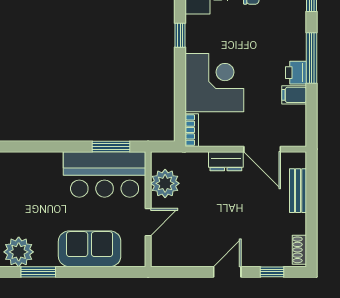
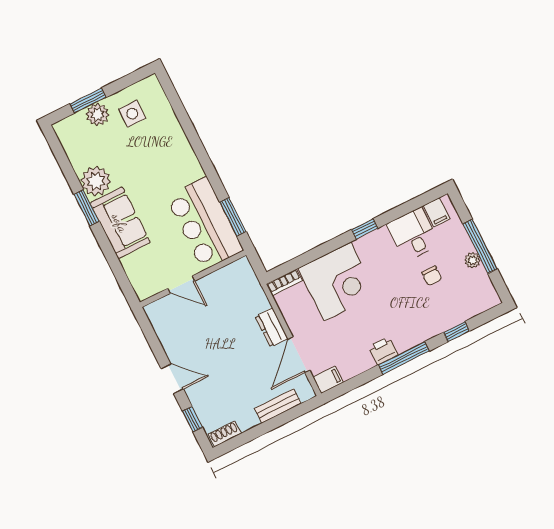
filing cabinet: (294, 95) -> (328, 380), moved, turned 90
plant: (165, 183) -> (224, 282), removed
sofa: (90, 249) -> (120, 223), moved

